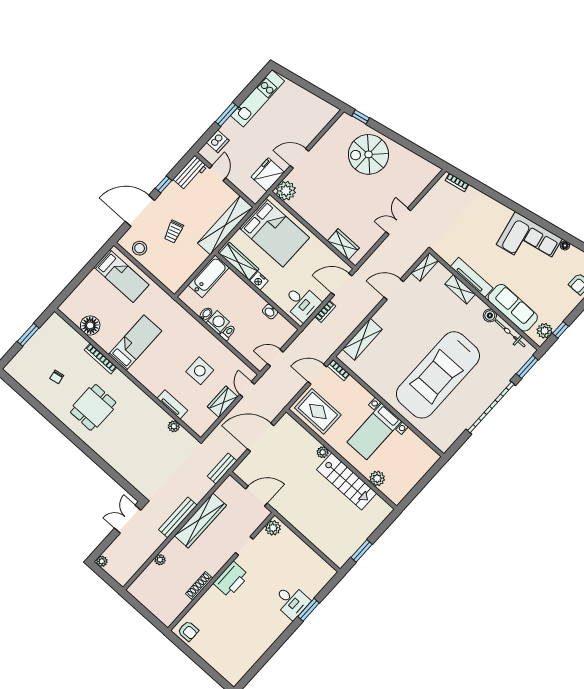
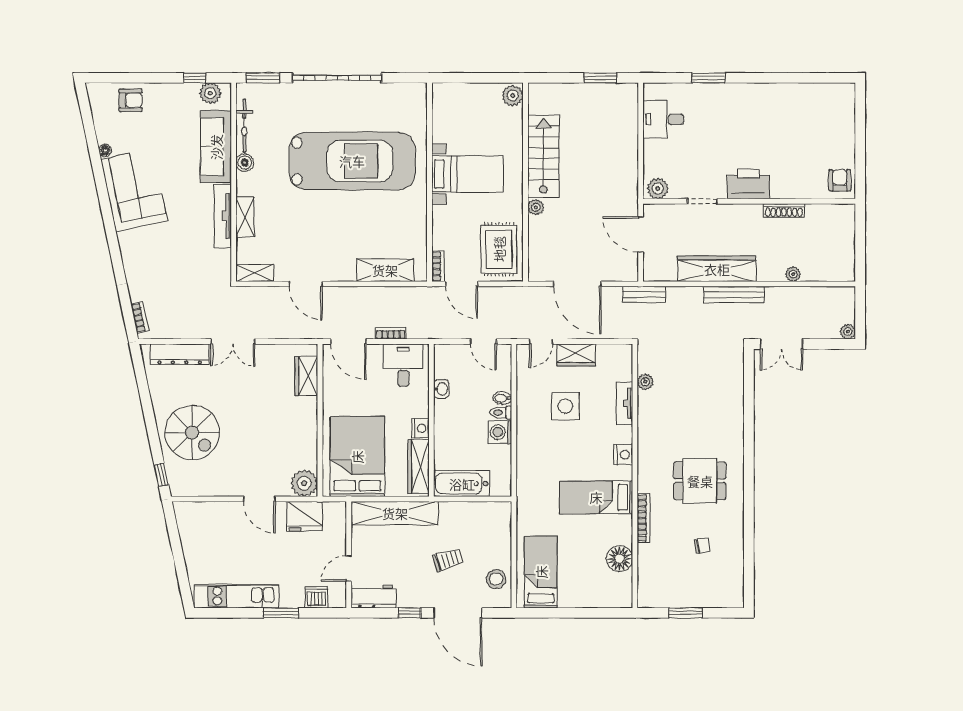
dresser: (417, 186) -> (180, 354), added
bidet: (206, 314) -> (502, 398), moved
nightstand: (145, 379) -> (623, 455), added
plant: (377, 478) -> (513, 95), moved
desk: (291, 601) -> (663, 119), moved, turned -90

